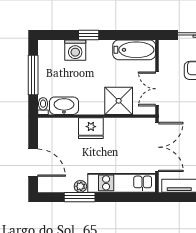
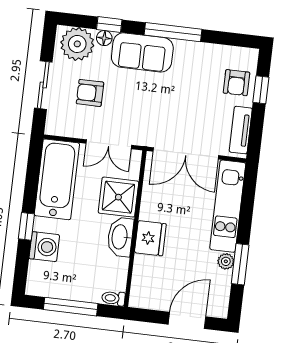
bathtub: (134, 50) -> (57, 179), width x1.36, depth x1.36
washbasin: (64, 106) -> (120, 237), moved
double door: (157, 147) -> (186, 153), swing flipped

